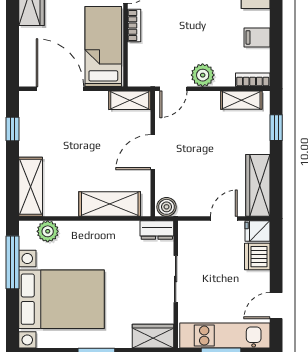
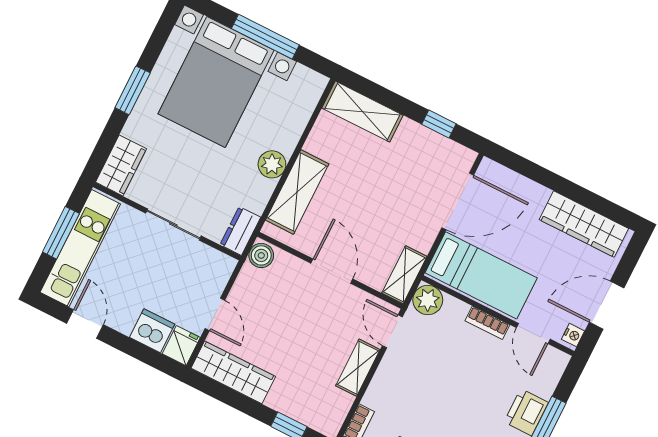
plant: (203, 75) -> (428, 300), moved
shelving: (241, 100) -> (358, 368), moved
plant: (48, 231) -> (272, 164), moved
window: (12, 262) -> (265, 37), moved

